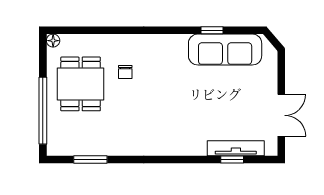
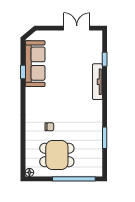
tv unit: (236, 148) -> (98, 82), moved
window: (90, 159) -> (105, 138), moved

